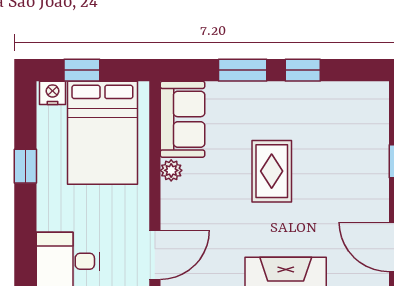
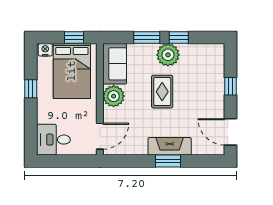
window: (82, 70) -> (74, 38), moved
plant: (283, 102) -> (168, 55), added
plant: (171, 170) -> (114, 96), width x1.88, depth x1.88

